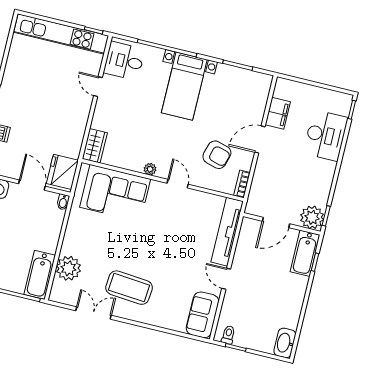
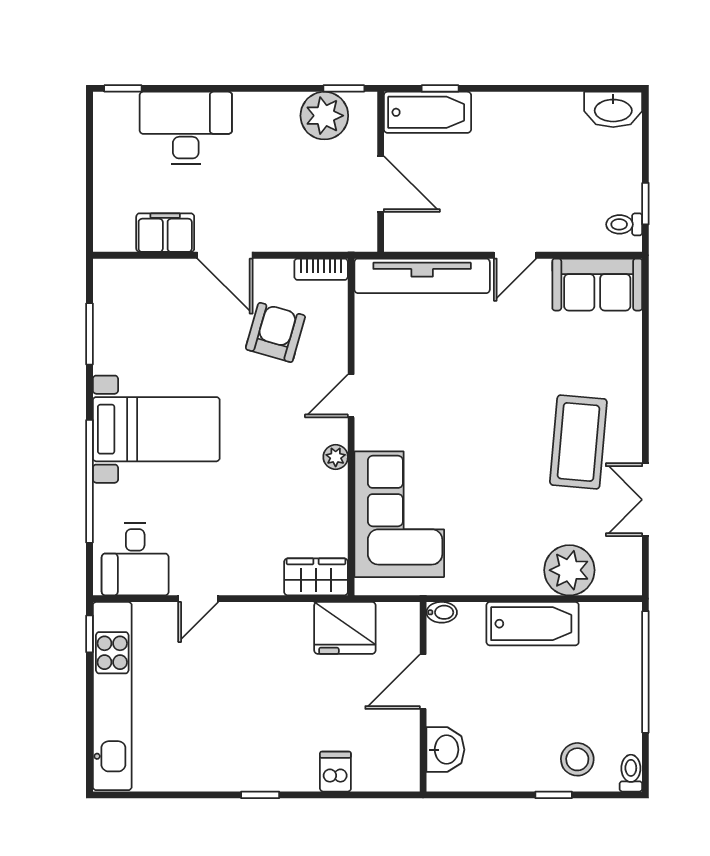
fridge: (62, 172) -> (345, 628), moved
plant: (312, 217) -> (324, 116), moved
bathtub: (40, 275) -> (533, 624), moved

